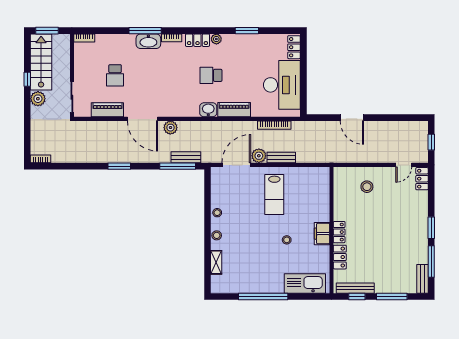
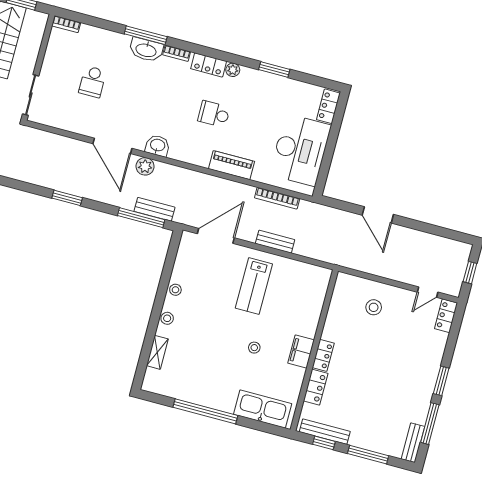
piano: (107, 110) -> (71, 123), removed
washbasin: (208, 110) -> (158, 146), moved
plant: (259, 156) -> (247, 232), removed

